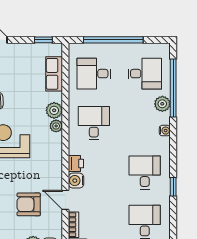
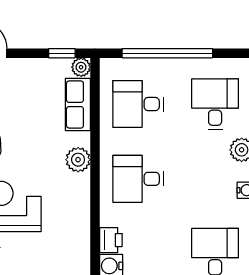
desk: (145, 74) -> (215, 104), turned -90
desk: (94, 123) -> (138, 179), turned -90
plant: (56, 126) -> (81, 67), moved

